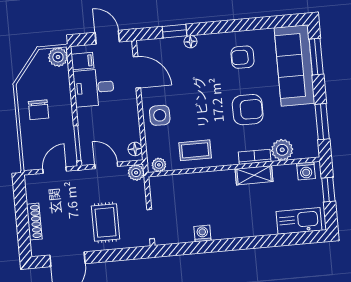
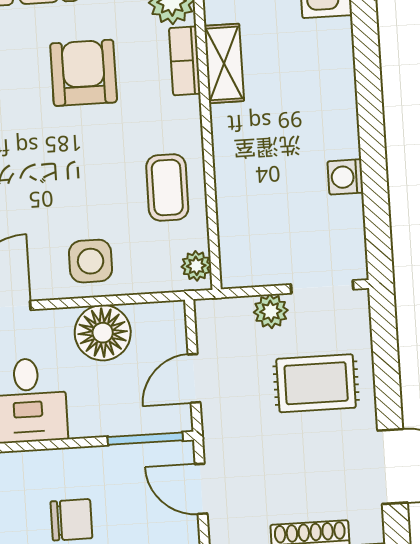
floor lamp: (135, 149) -> (103, 333), moved, width x1.89, depth x1.89
plant: (136, 173) -> (271, 311), moved

